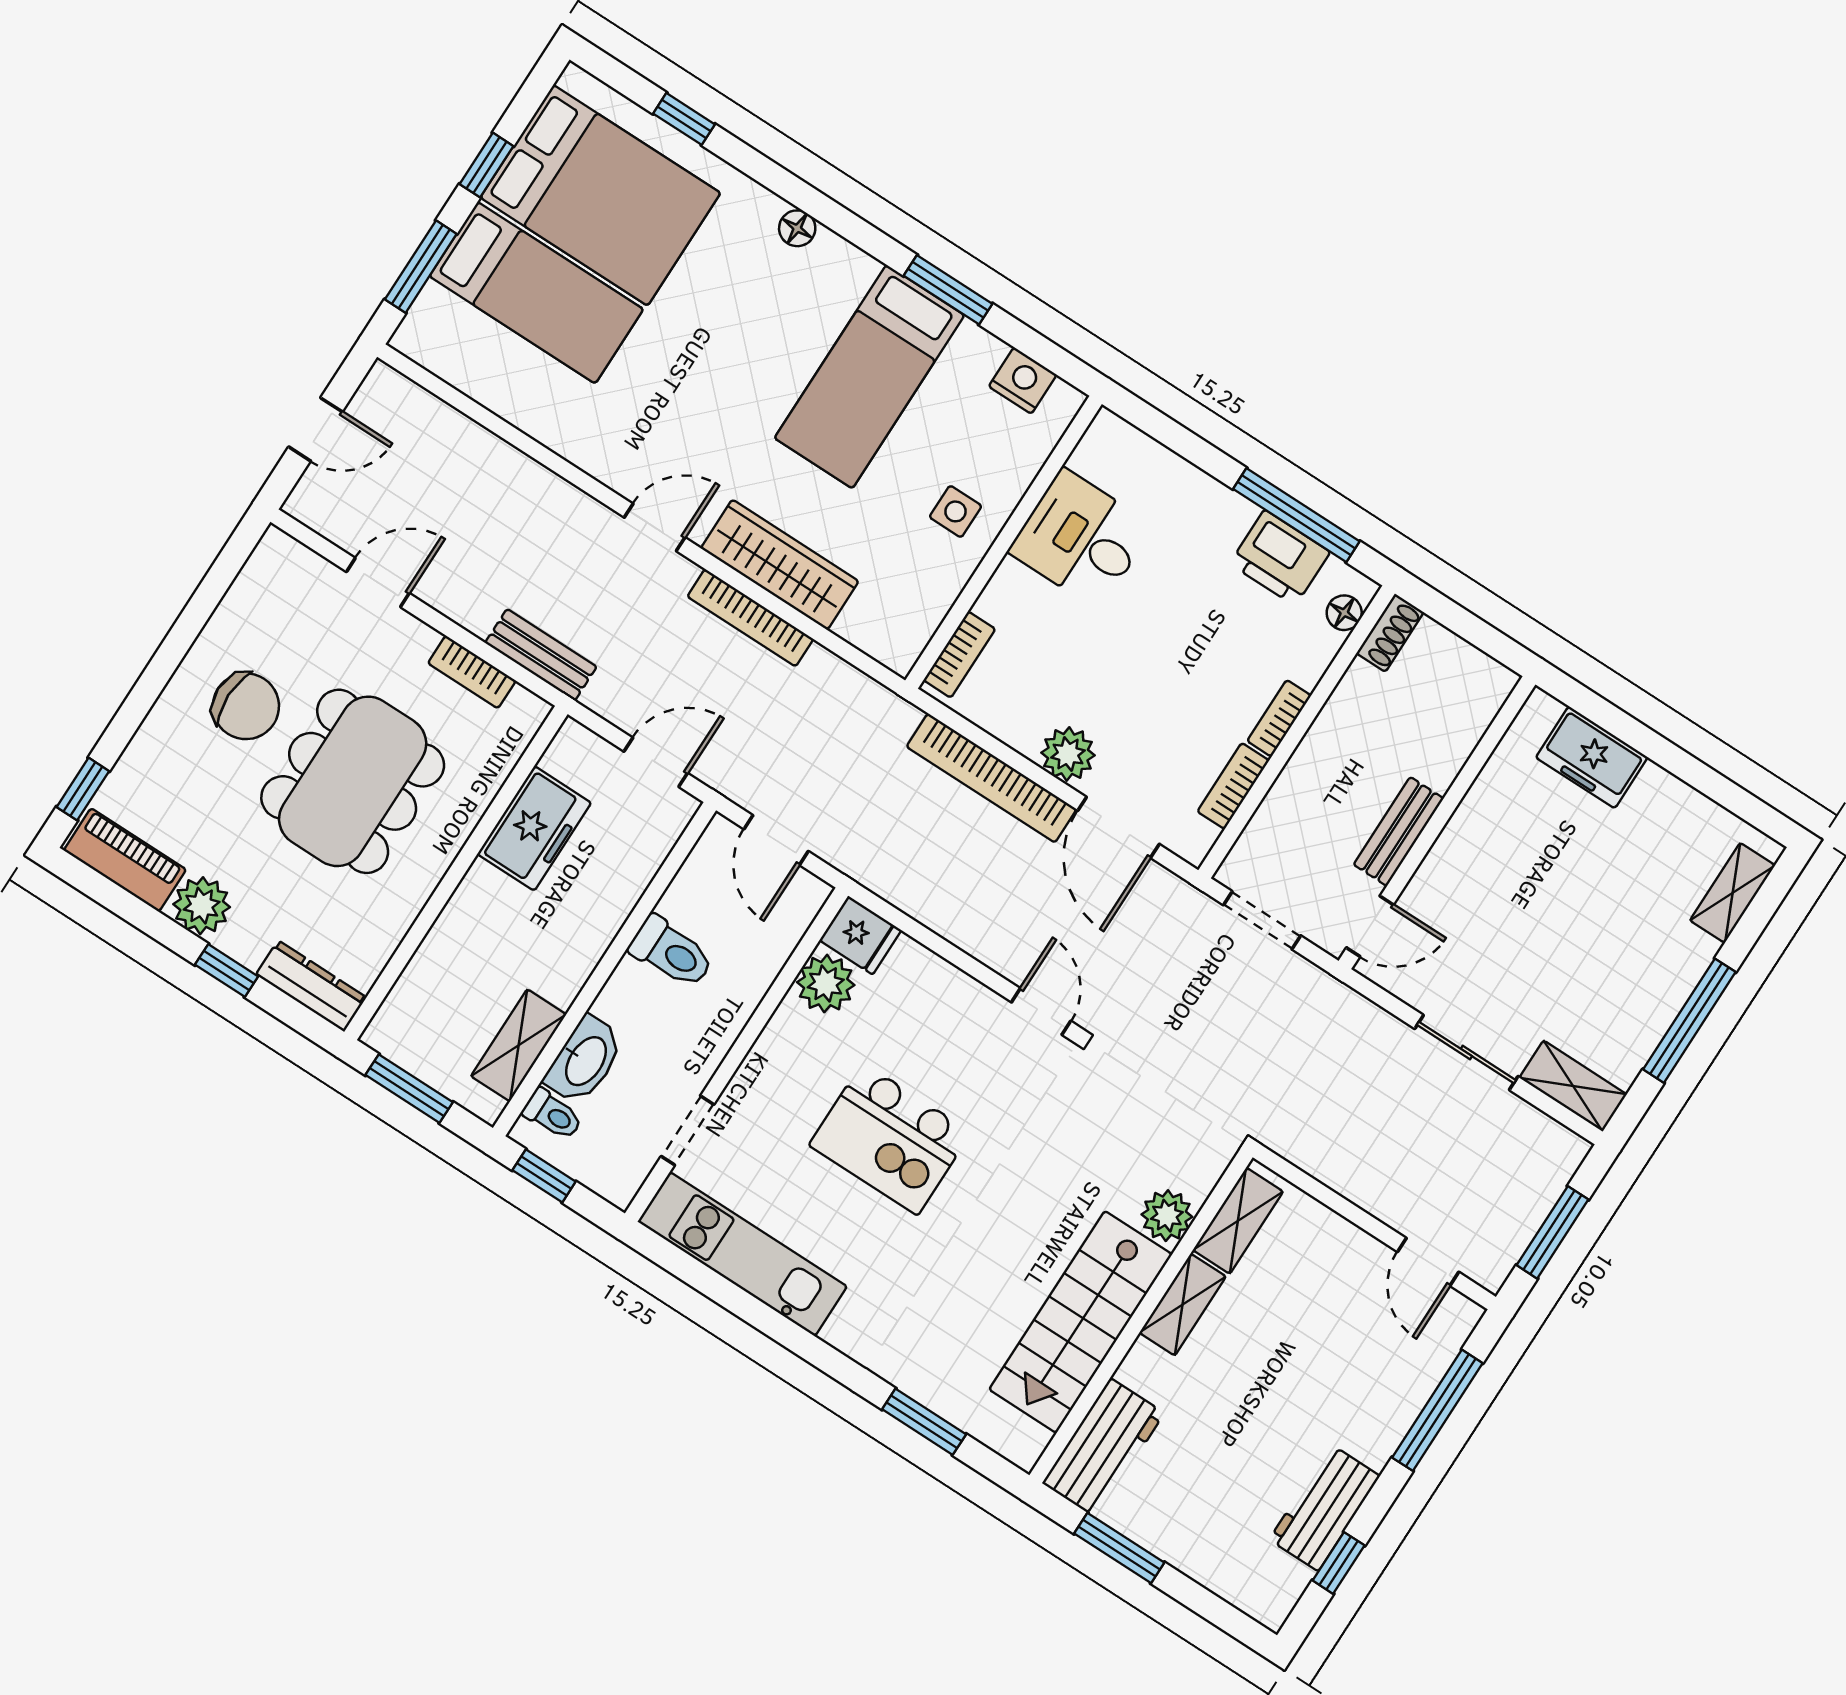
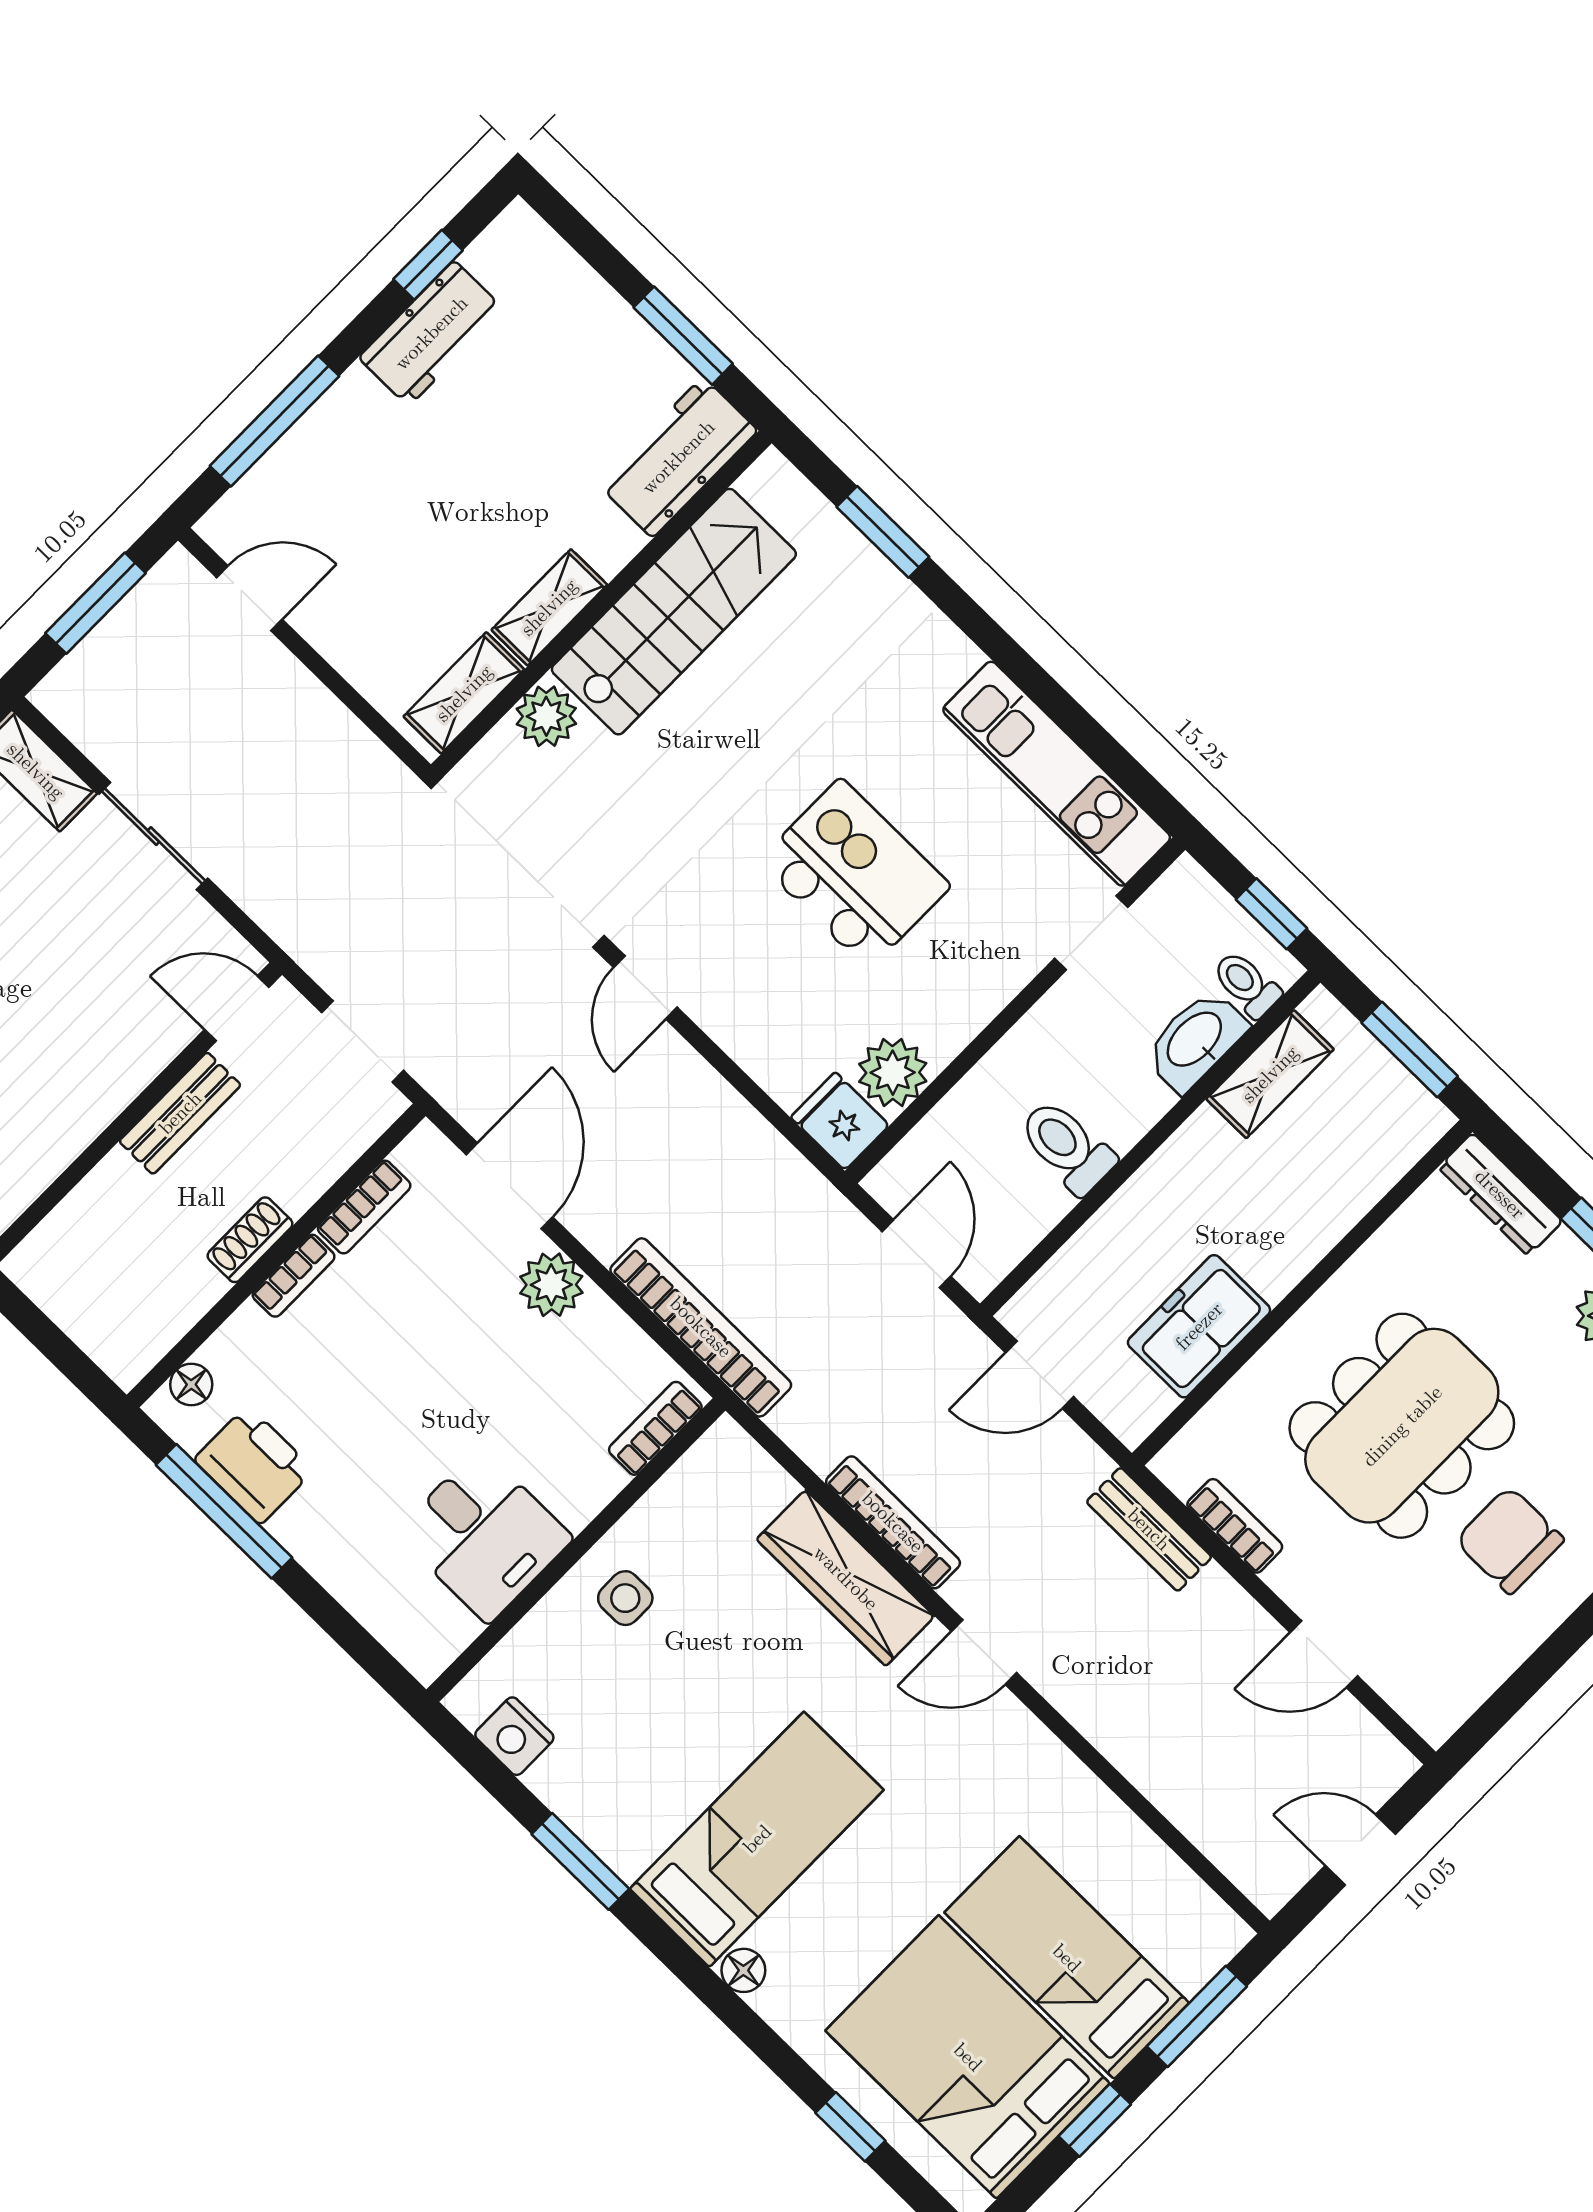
bed: (869, 377) -> (757, 1839), moved
shoe rack: (1390, 633) -> (250, 1240), moved
bookcase: (991, 778) -> (701, 1327), moved
door: (1428, 1262) -> (249, 598), hinge flipped

